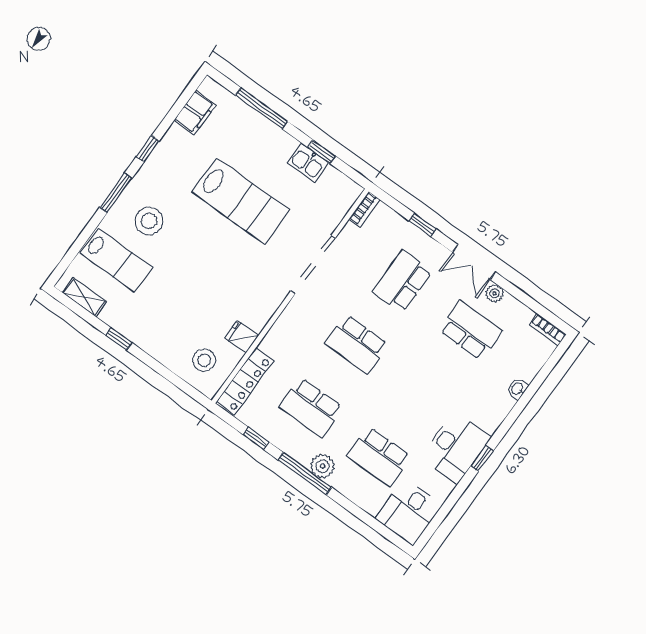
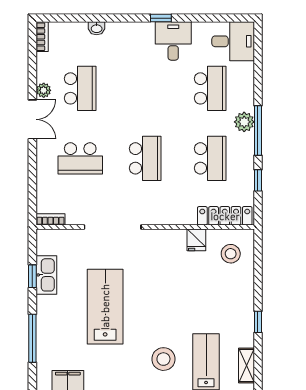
kitchen sink: (308, 163) -> (46, 275), width x1.38
window: (422, 225) -> (32, 172), removed
school desk: (470, 330) -> (80, 88), turned 180
desk: (456, 448) -> (173, 41), width x0.73

